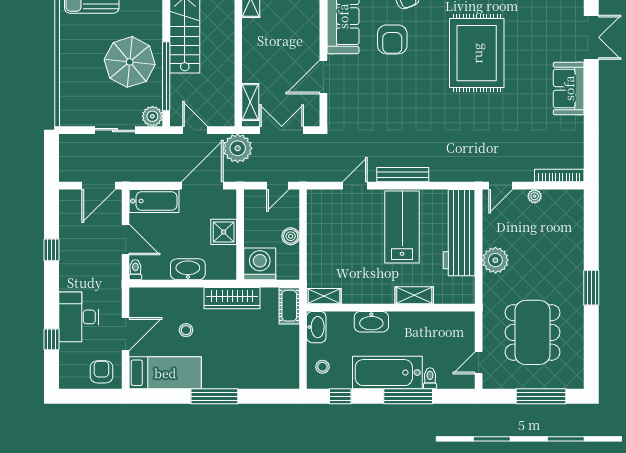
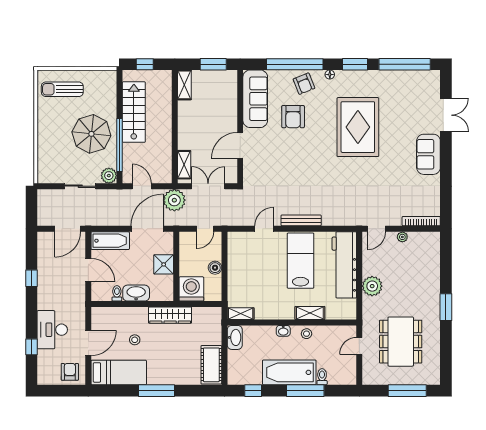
toilet: (135, 270) -> (117, 293), moved
cot: (289, 306) -> (211, 365), moved, width x1.37, depth x1.34
washbasin: (371, 322) -> (283, 331), width x0.52, depth x0.69
door: (479, 363) -> (359, 346), moved
stool: (322, 367) -> (306, 334), moved

